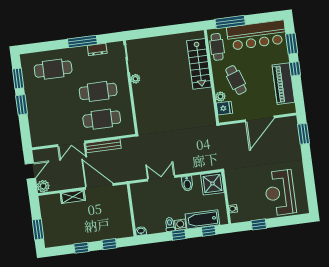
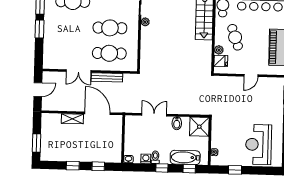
door: (260, 119) -> (251, 75), width x0.53
plant: (43, 186) -> (47, 105), removed
washing machine: (180, 225) -> (146, 159), moved

